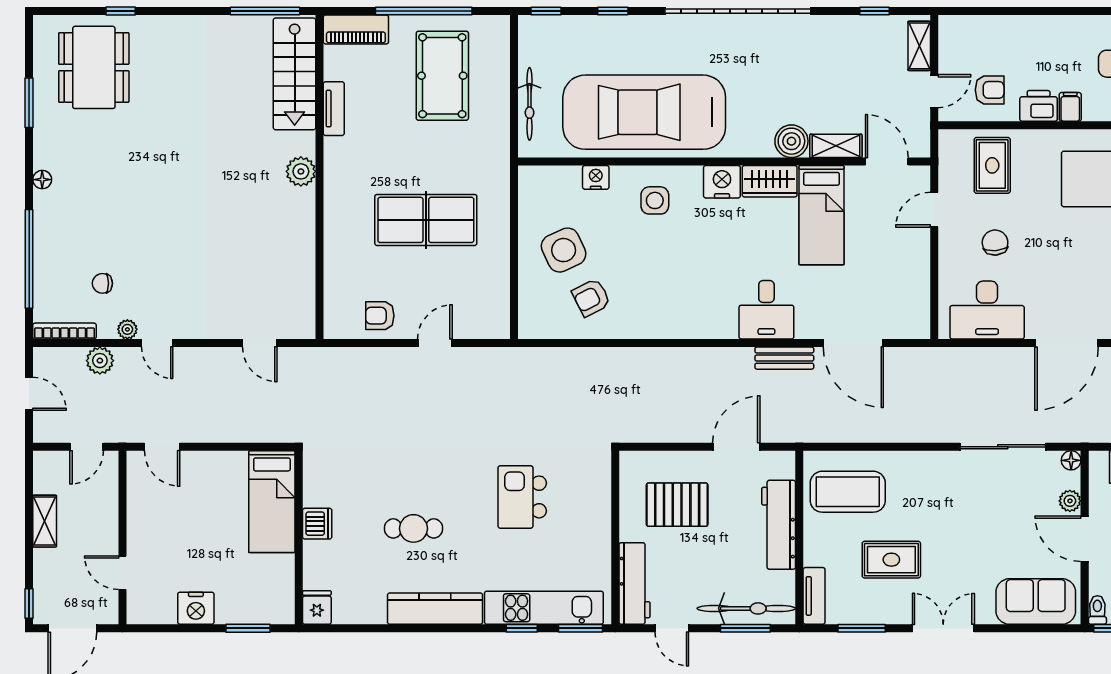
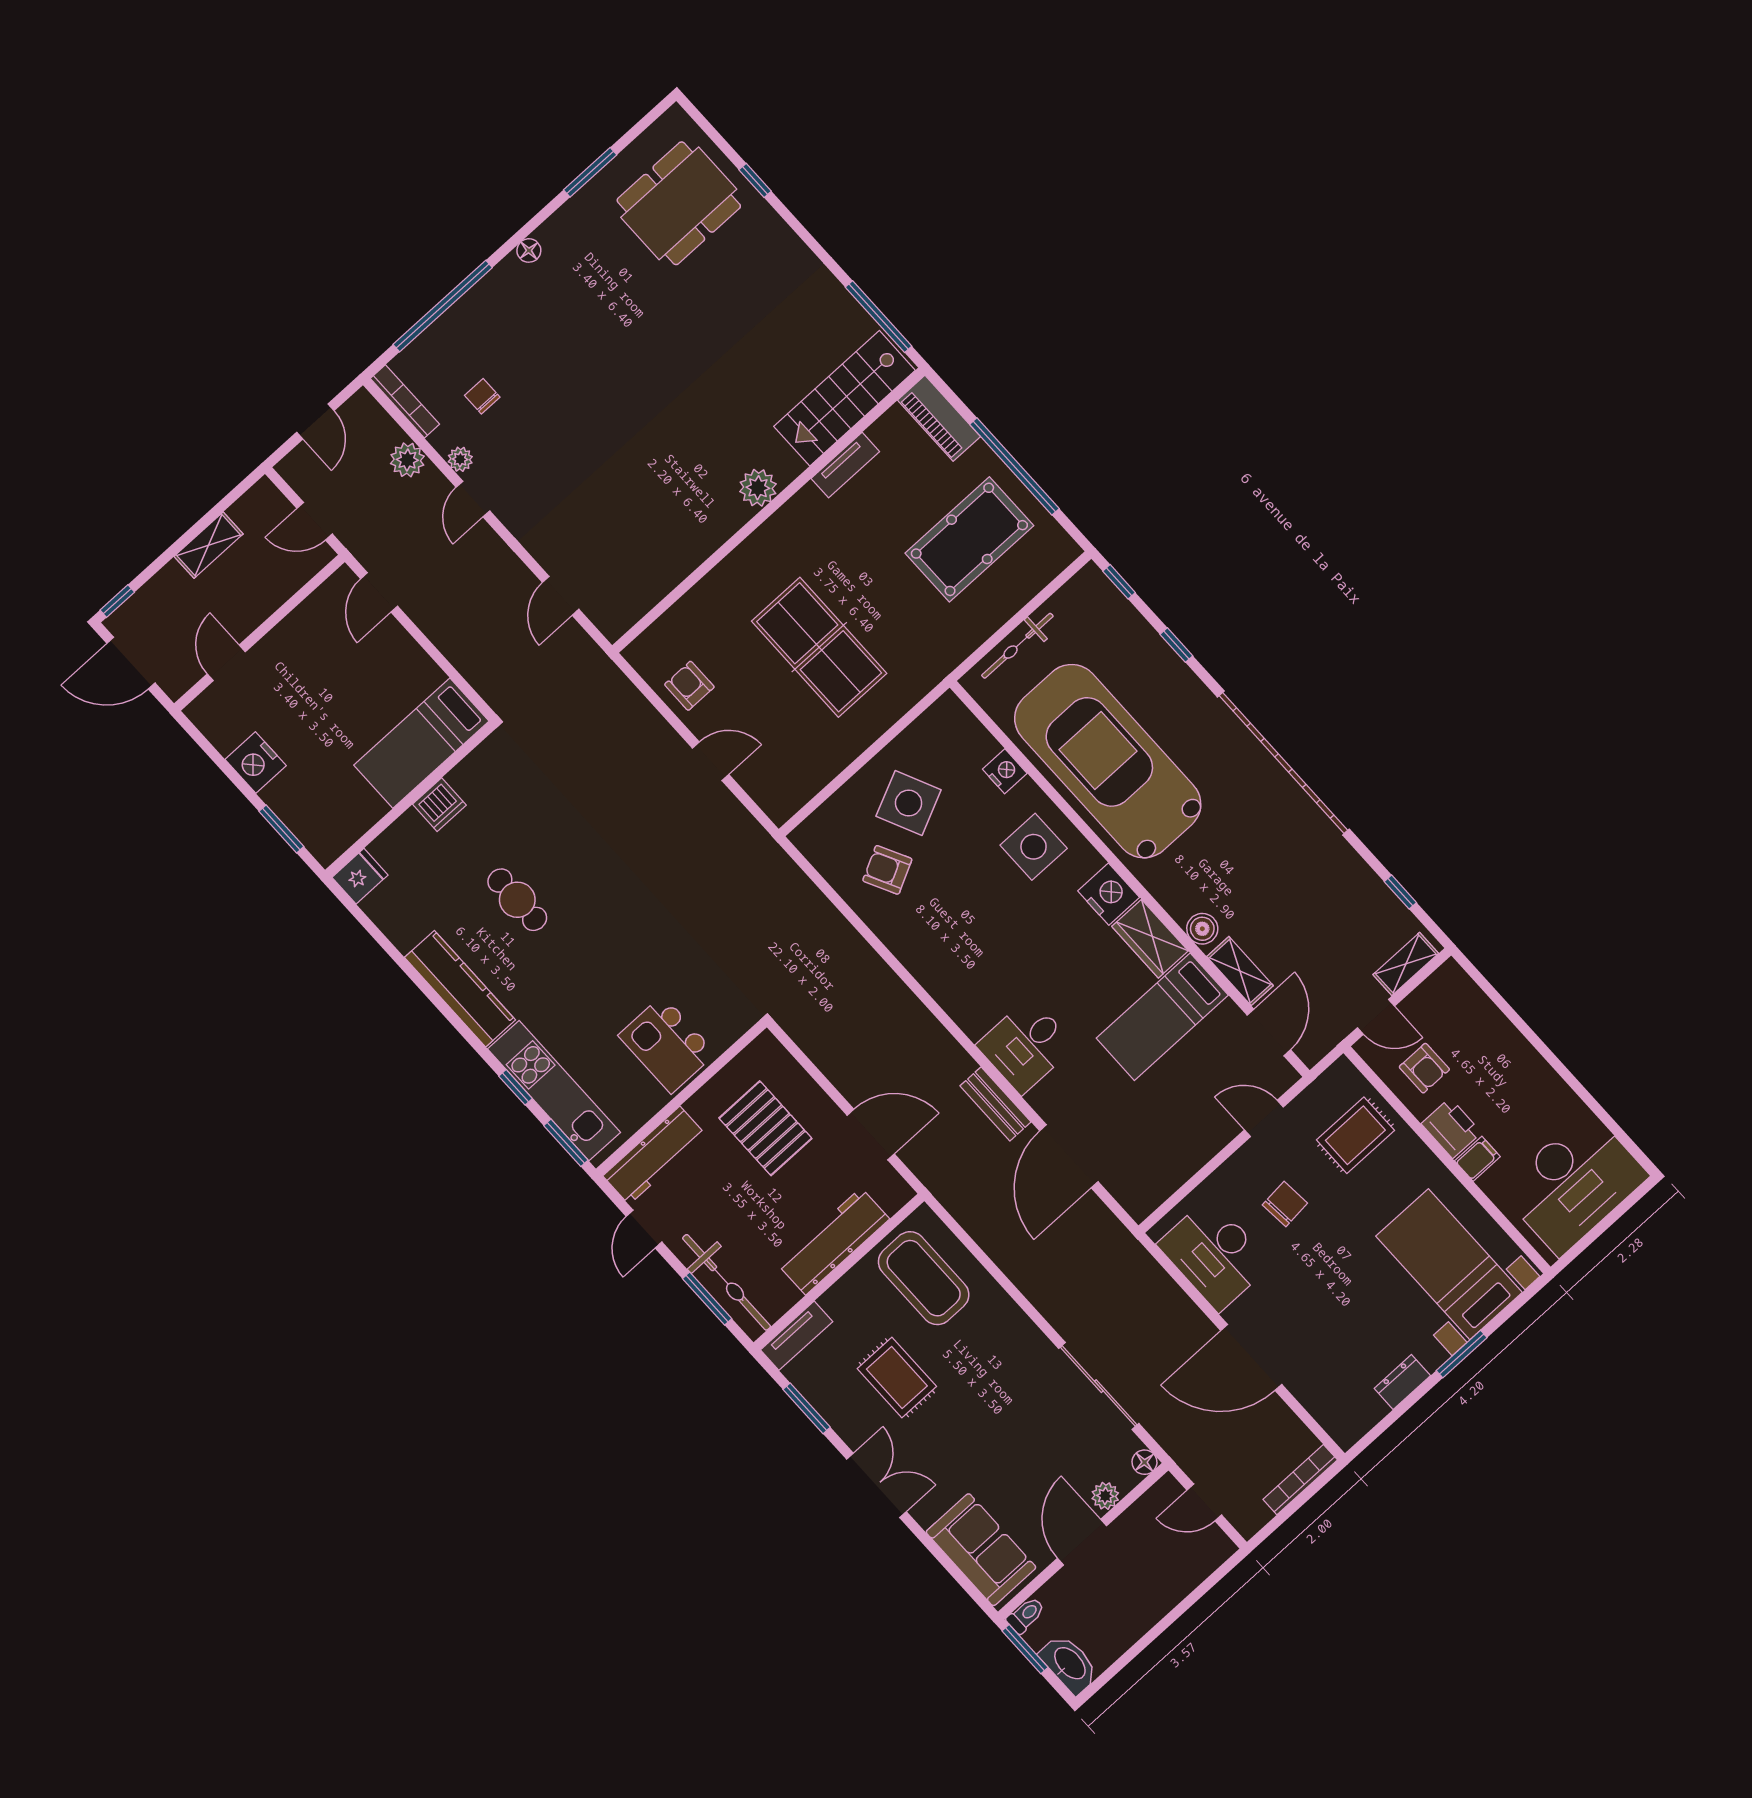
boiler: (791, 141) -> (1202, 929), width x0.73, depth x0.73
side table: (655, 200) -> (1034, 847), width x1.37, depth x1.37
kitchen island: (522, 497) -> (667, 1044), moved, turned -90

